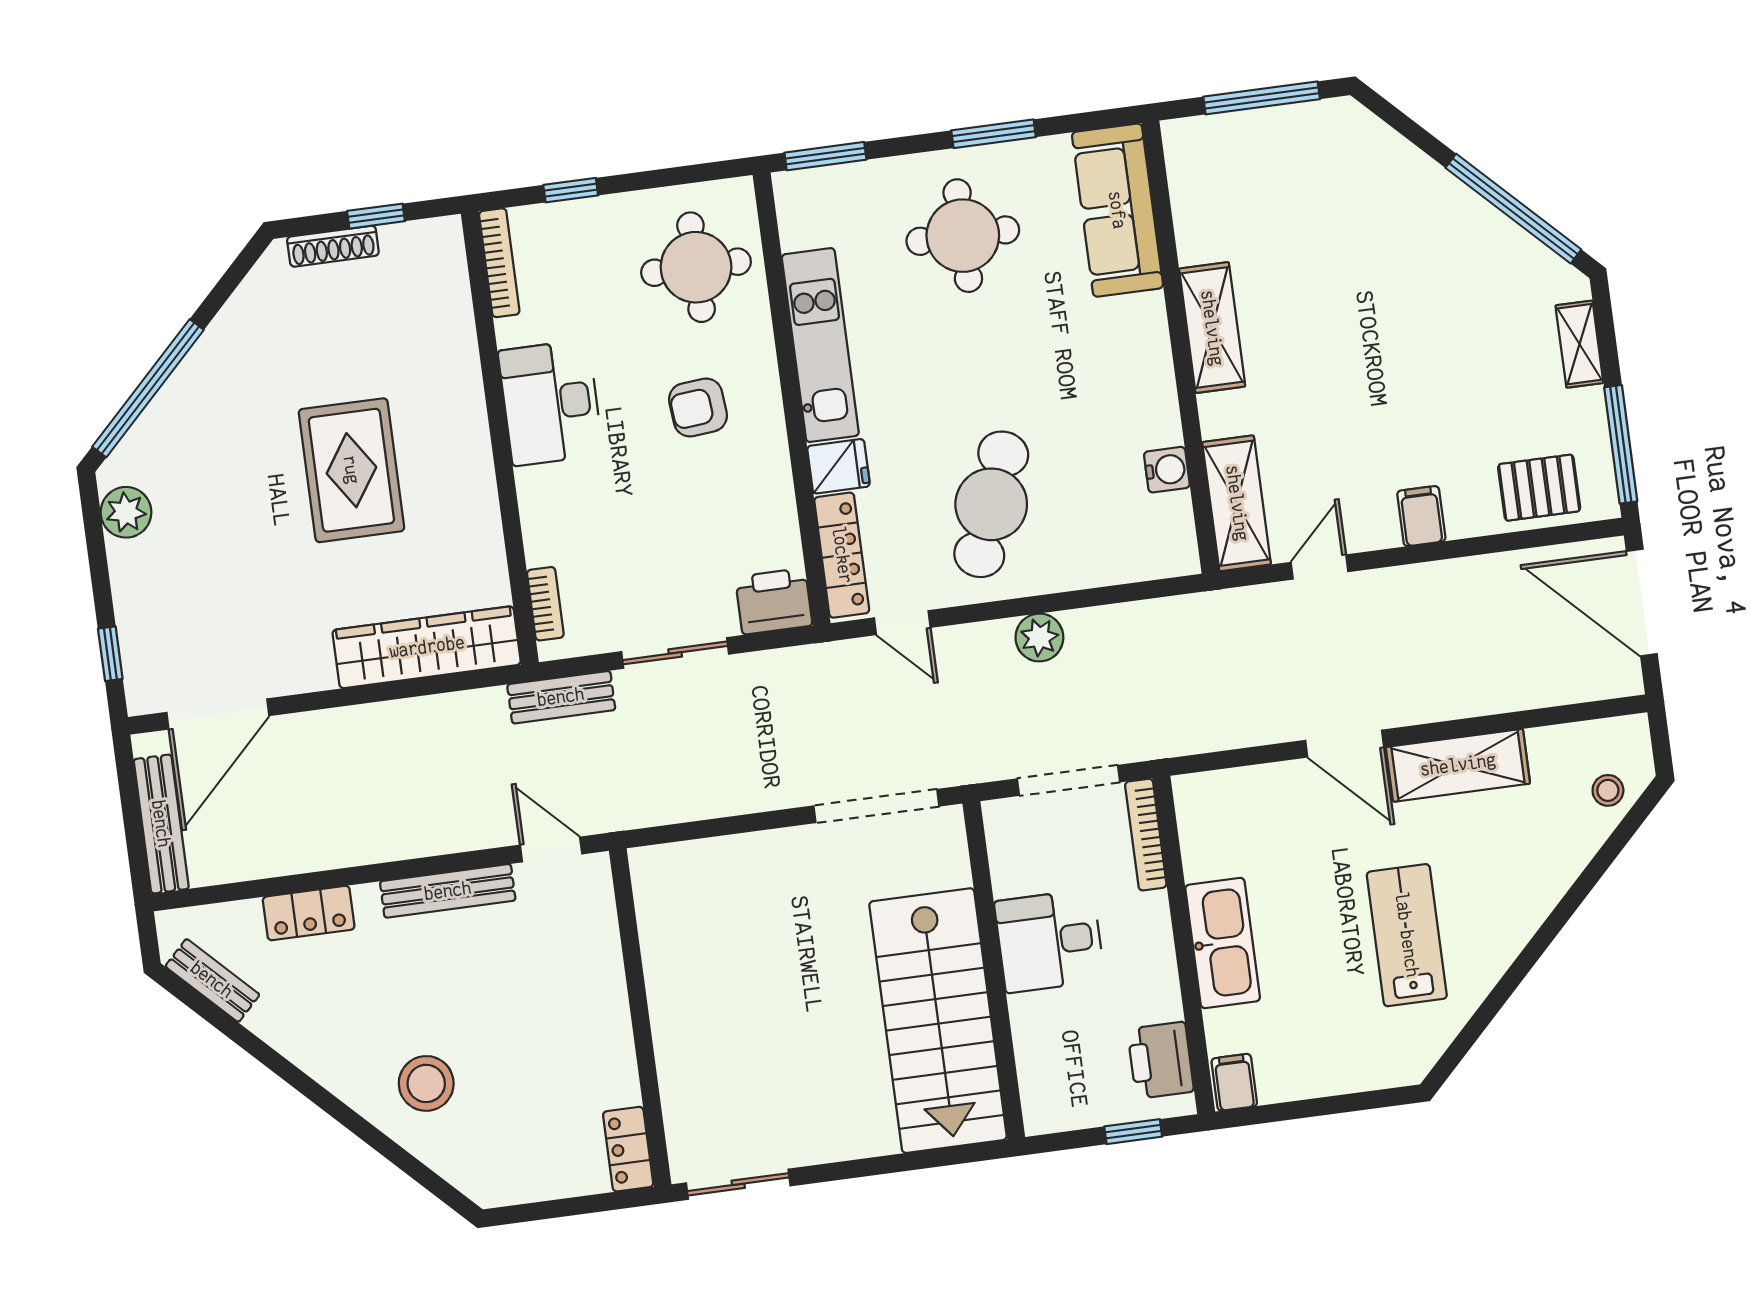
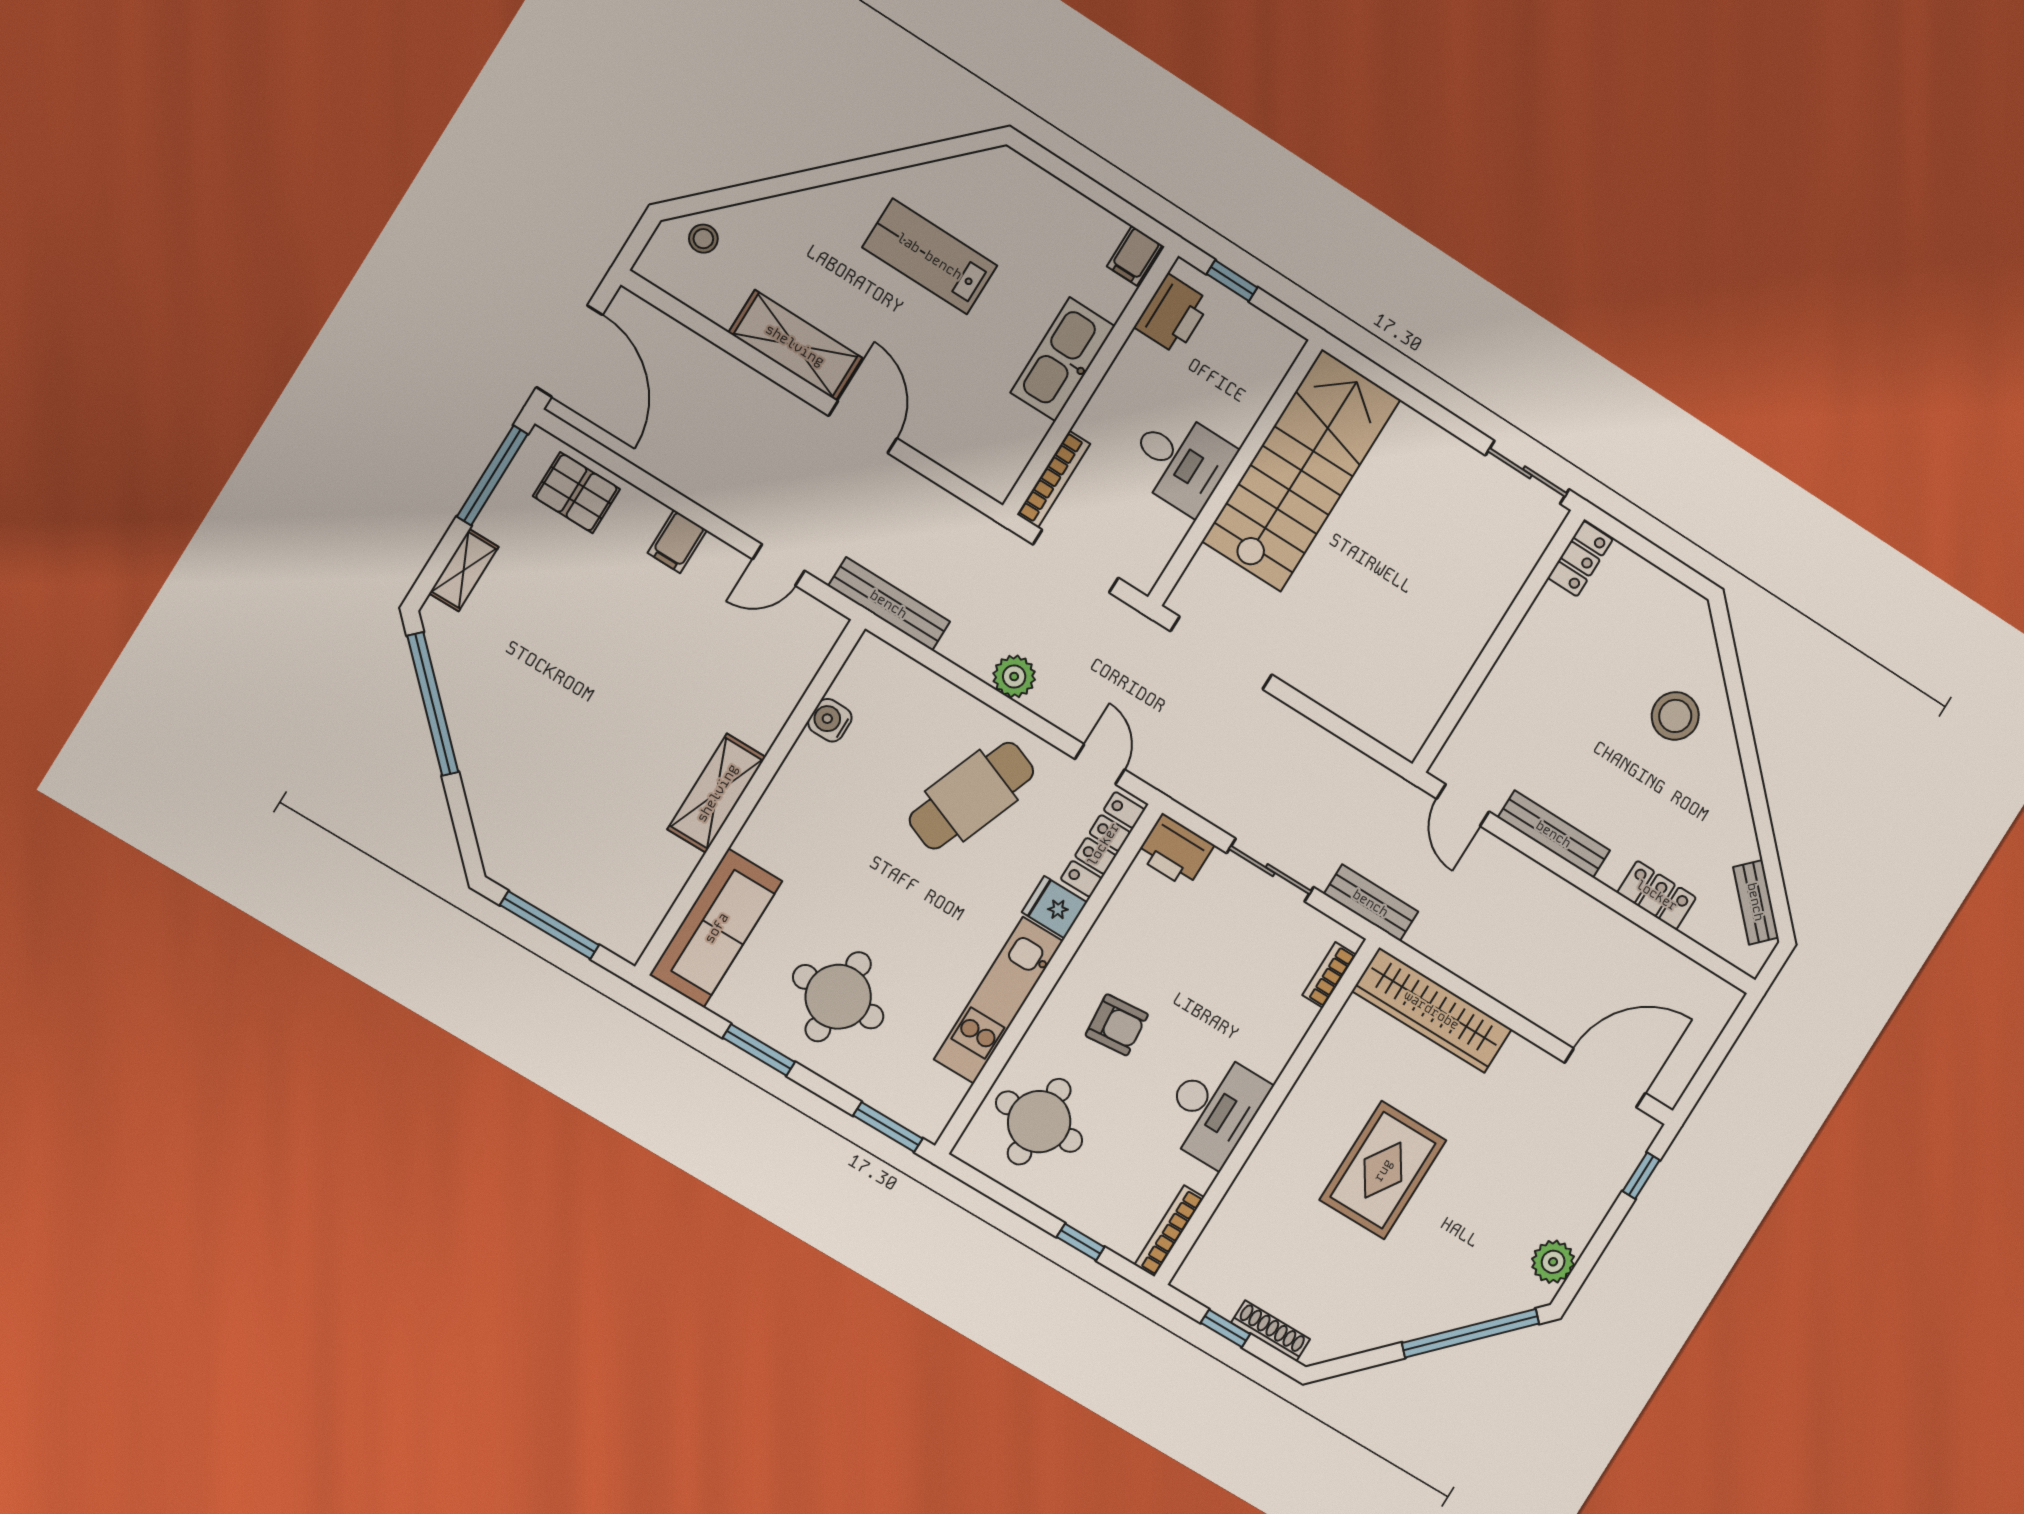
shelving: (1237, 503) -> (800, 657), removed
bench: (161, 824) -> (889, 604), moved, turned 90
lab bench: (1407, 935) -> (930, 256), turned 90

